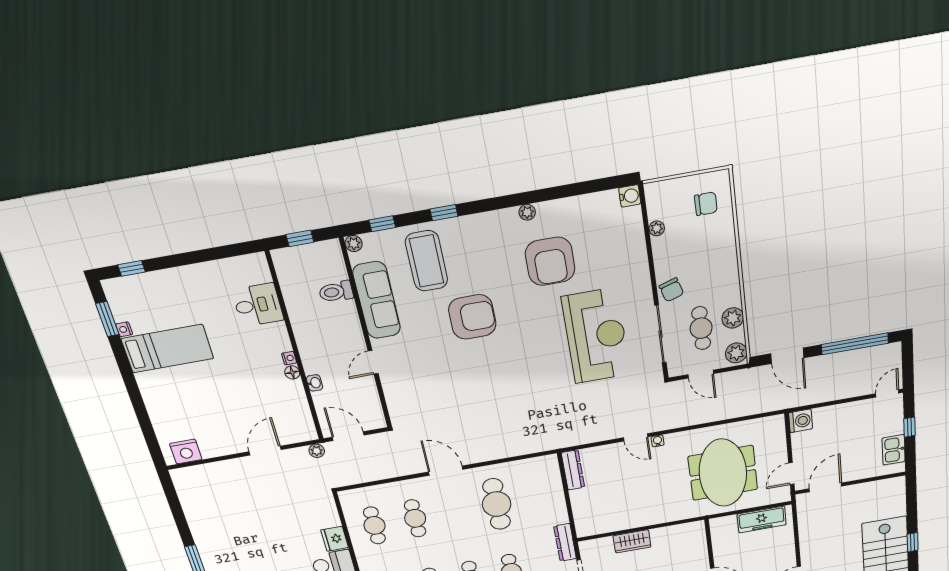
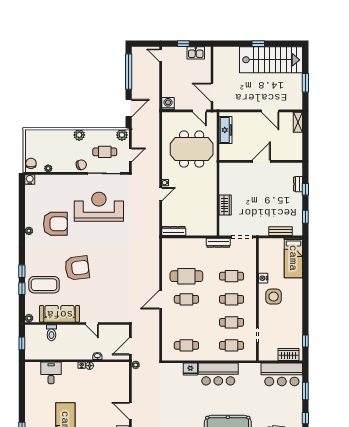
chair: (706, 204) -> (31, 163), moved
window: (382, 224) -> (22, 289), moved
armchair: (472, 317) -> (77, 268), turned 83
plant: (733, 318) -> (79, 135), moved
door: (265, 451) -> (130, 411), moved
cafe table: (415, 518) -> (186, 299), moved

